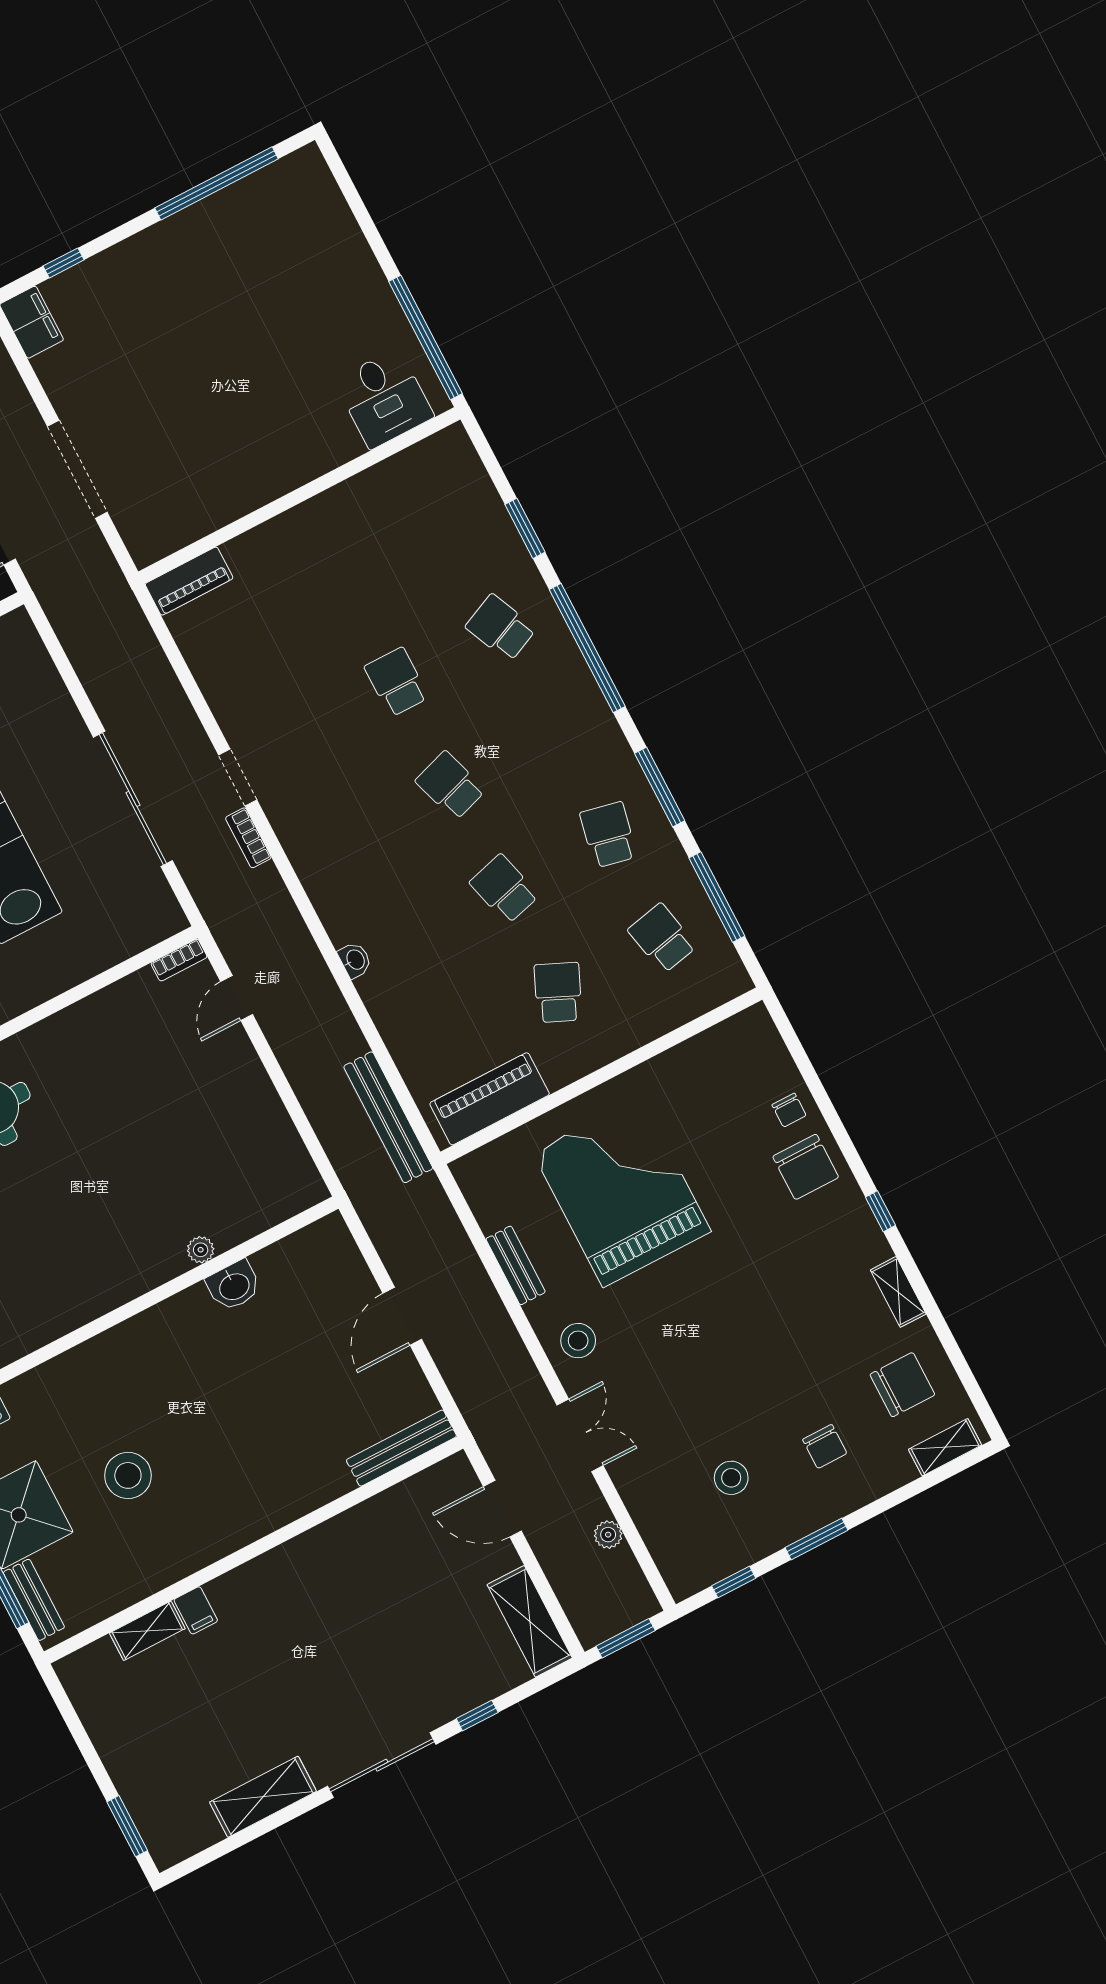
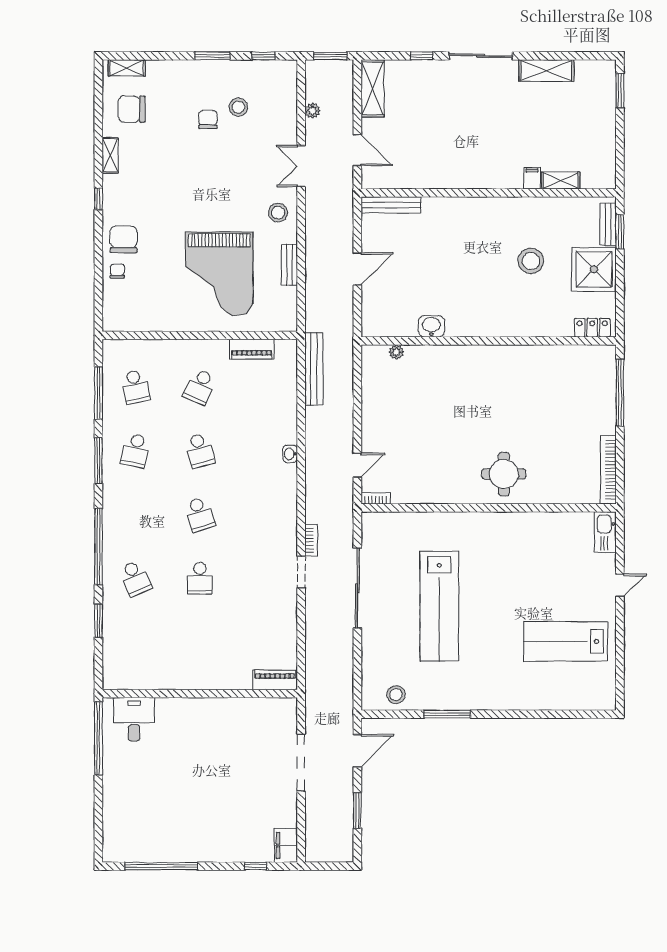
piano: (490, 1099) -> (252, 349), width x0.73, depth x0.75
plant: (201, 1250) -> (396, 352), moved
chair: (825, 1446) -> (208, 120), moved

